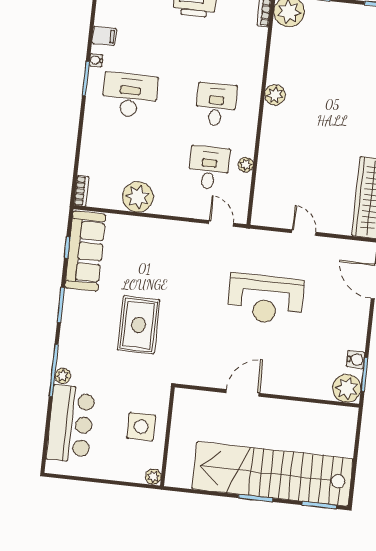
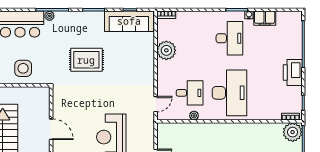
filing cabinet: (104, 36) -> (265, 18), width x2.00
plant: (275, 95) -> (240, 129), removed
desk: (216, 105) -> (229, 93), width x1.87, depth x1.30

